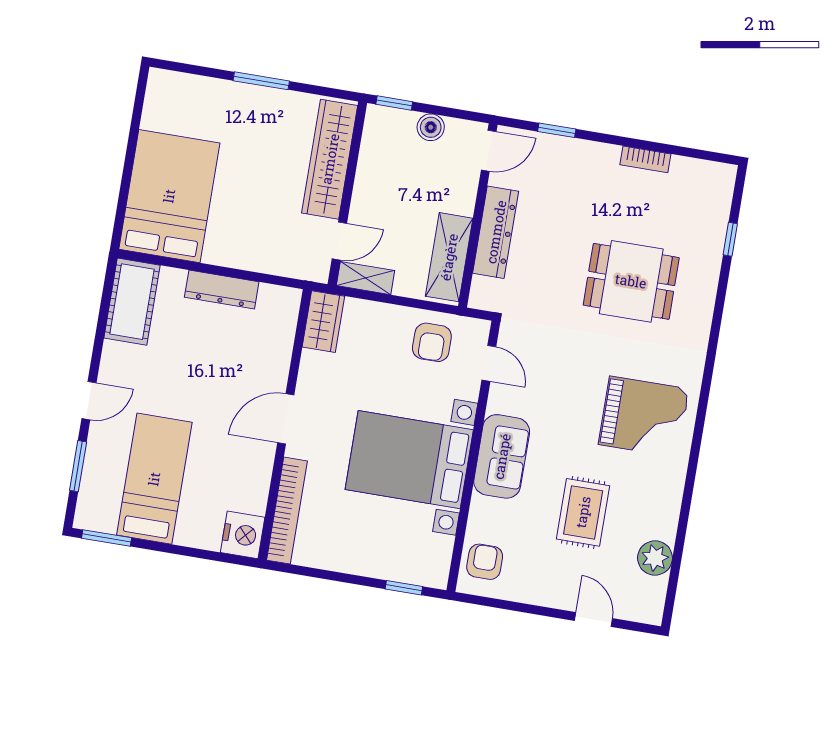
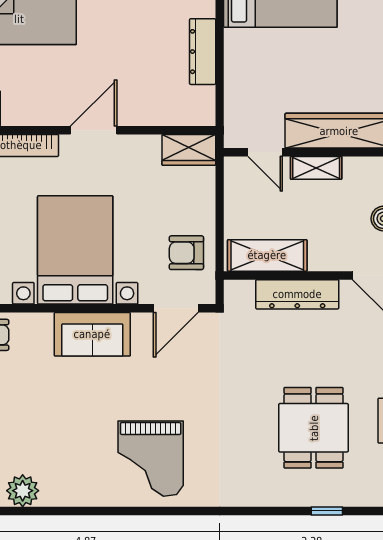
shelving: (366, 278) -> (316, 168), moved, turned 90
dining table: (631, 281) -> (314, 428), moved
door: (489, 363) -> (176, 308), width x1.38
door: (286, 419) -> (94, 130), hinge flipped
rug: (583, 512) -> (53, 418), removed

